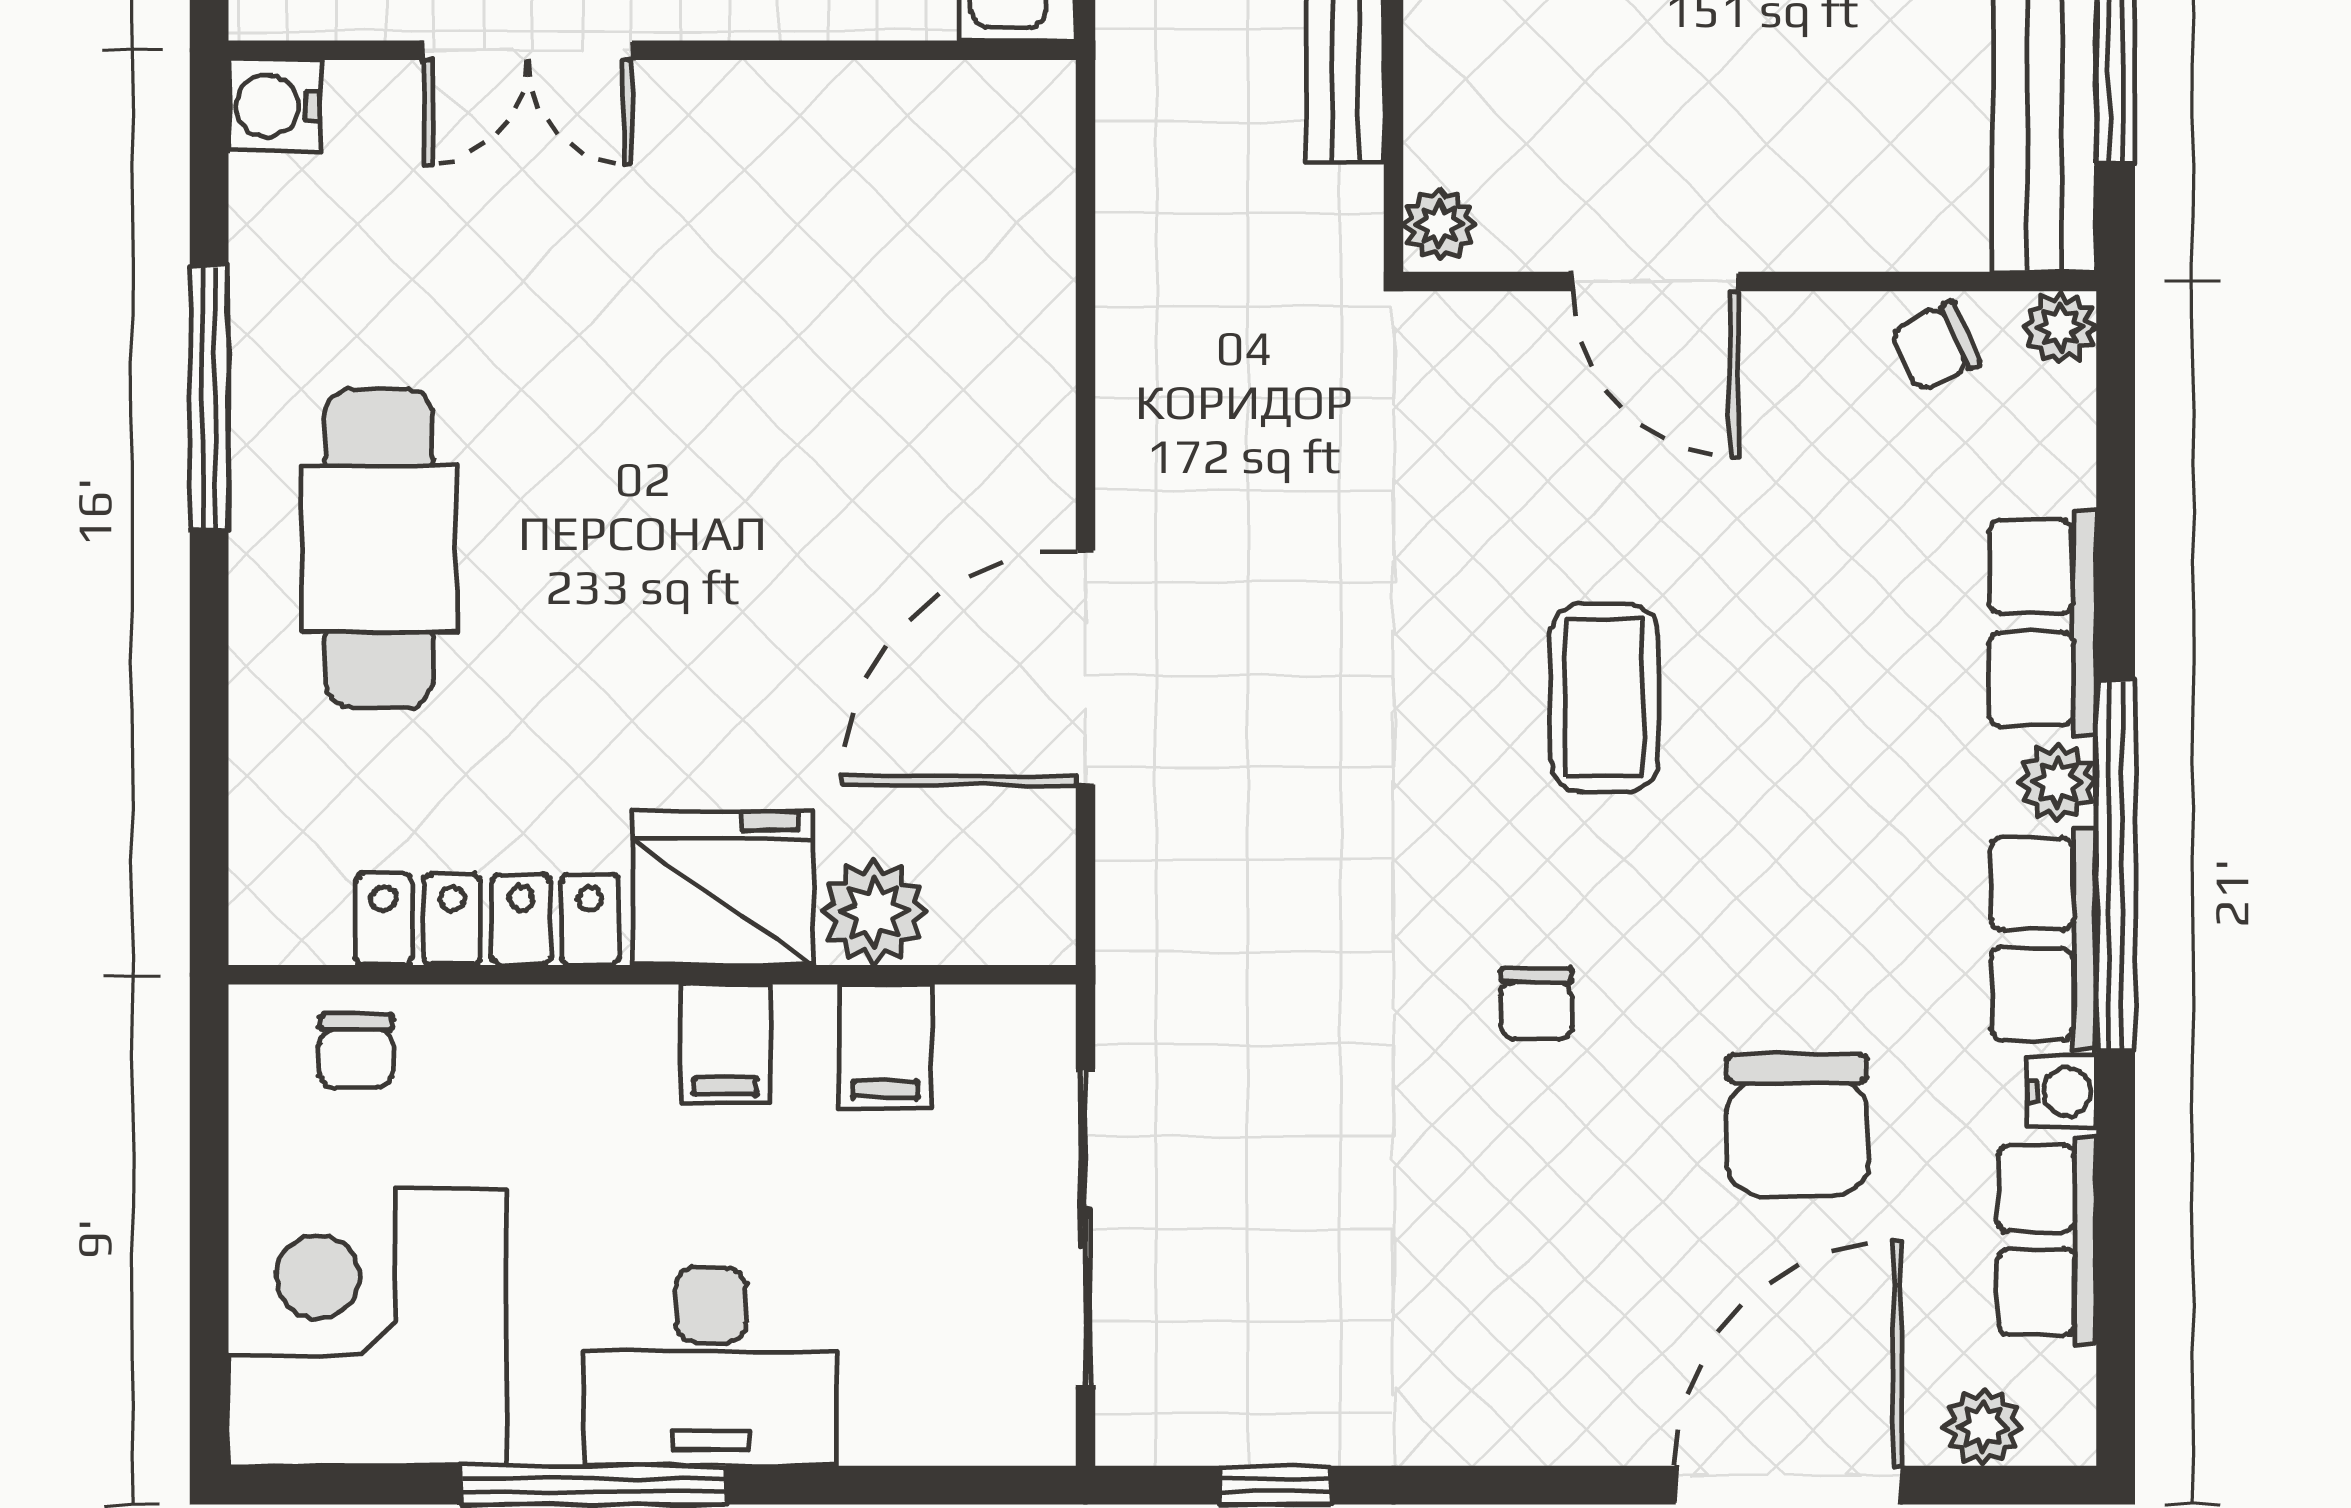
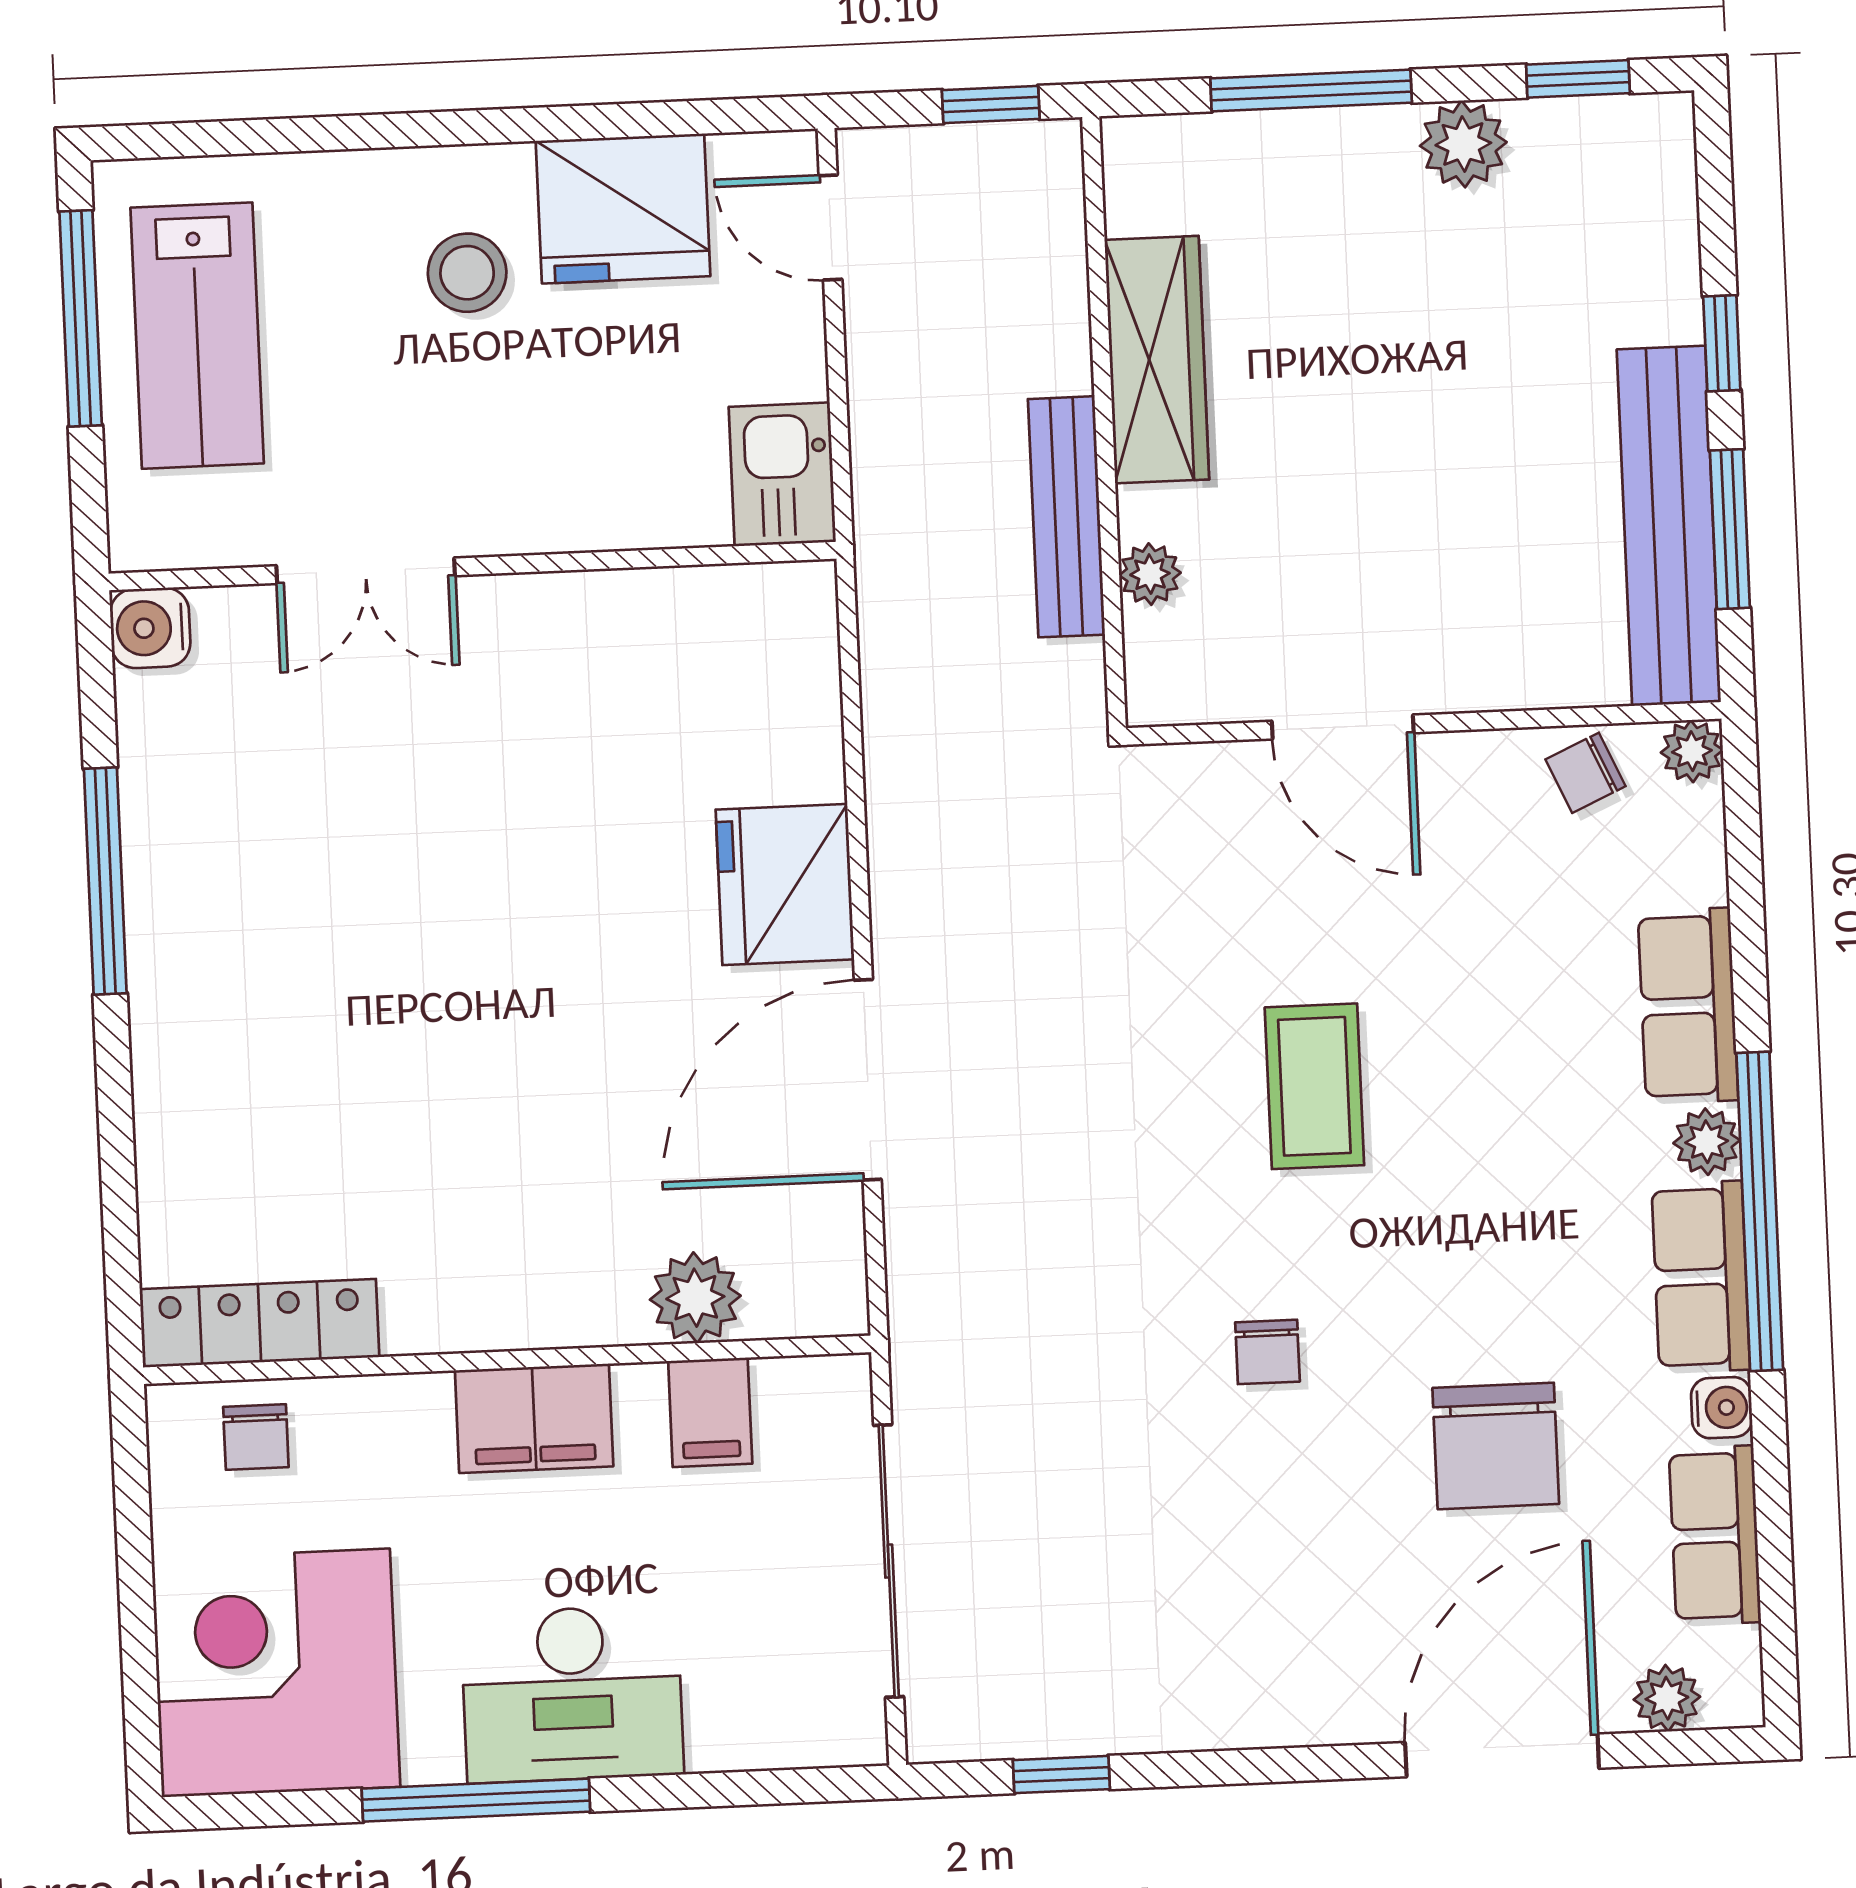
plant: (1439, 224) -> (1150, 574), moved
cafe table: (379, 549) -> (256, 1004), removed
fridge: (723, 888) -> (785, 885), moved, turned -90
locker: (487, 919) -> (259, 1323), moved
filing cabinet: (725, 1044) -> (534, 1418), width x2.00

